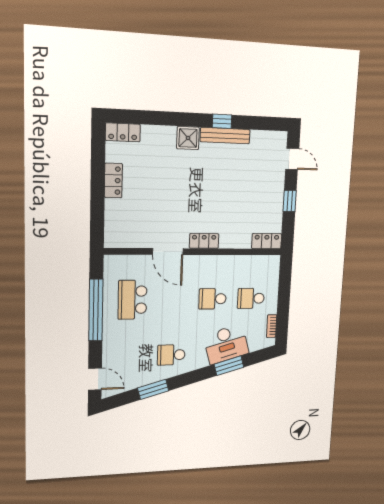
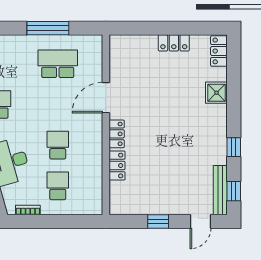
window: (265, 123) -> (234, 191), added
bench: (225, 136) -> (220, 190), moved
shower: (188, 138) -> (216, 93), moved
locker: (267, 241) -> (117, 166), moved
window: (96, 310) -> (48, 28), width x0.68

